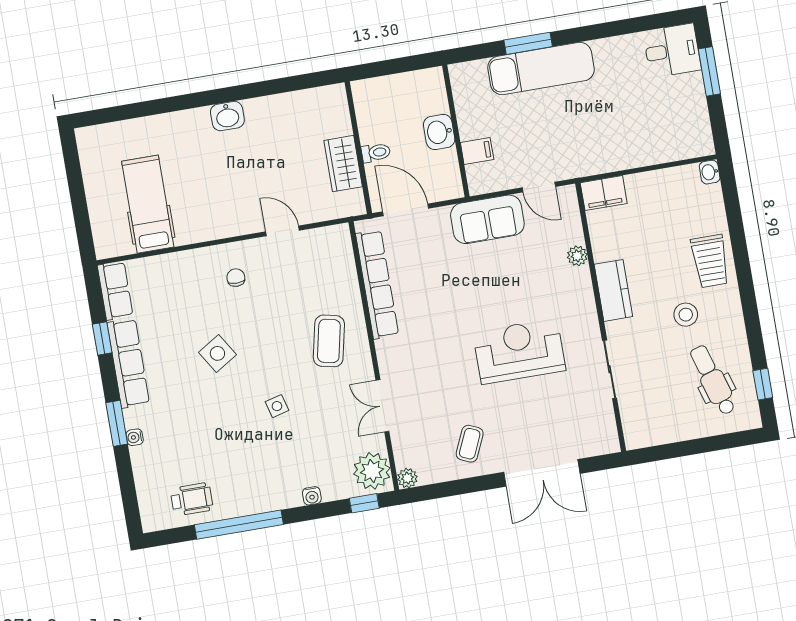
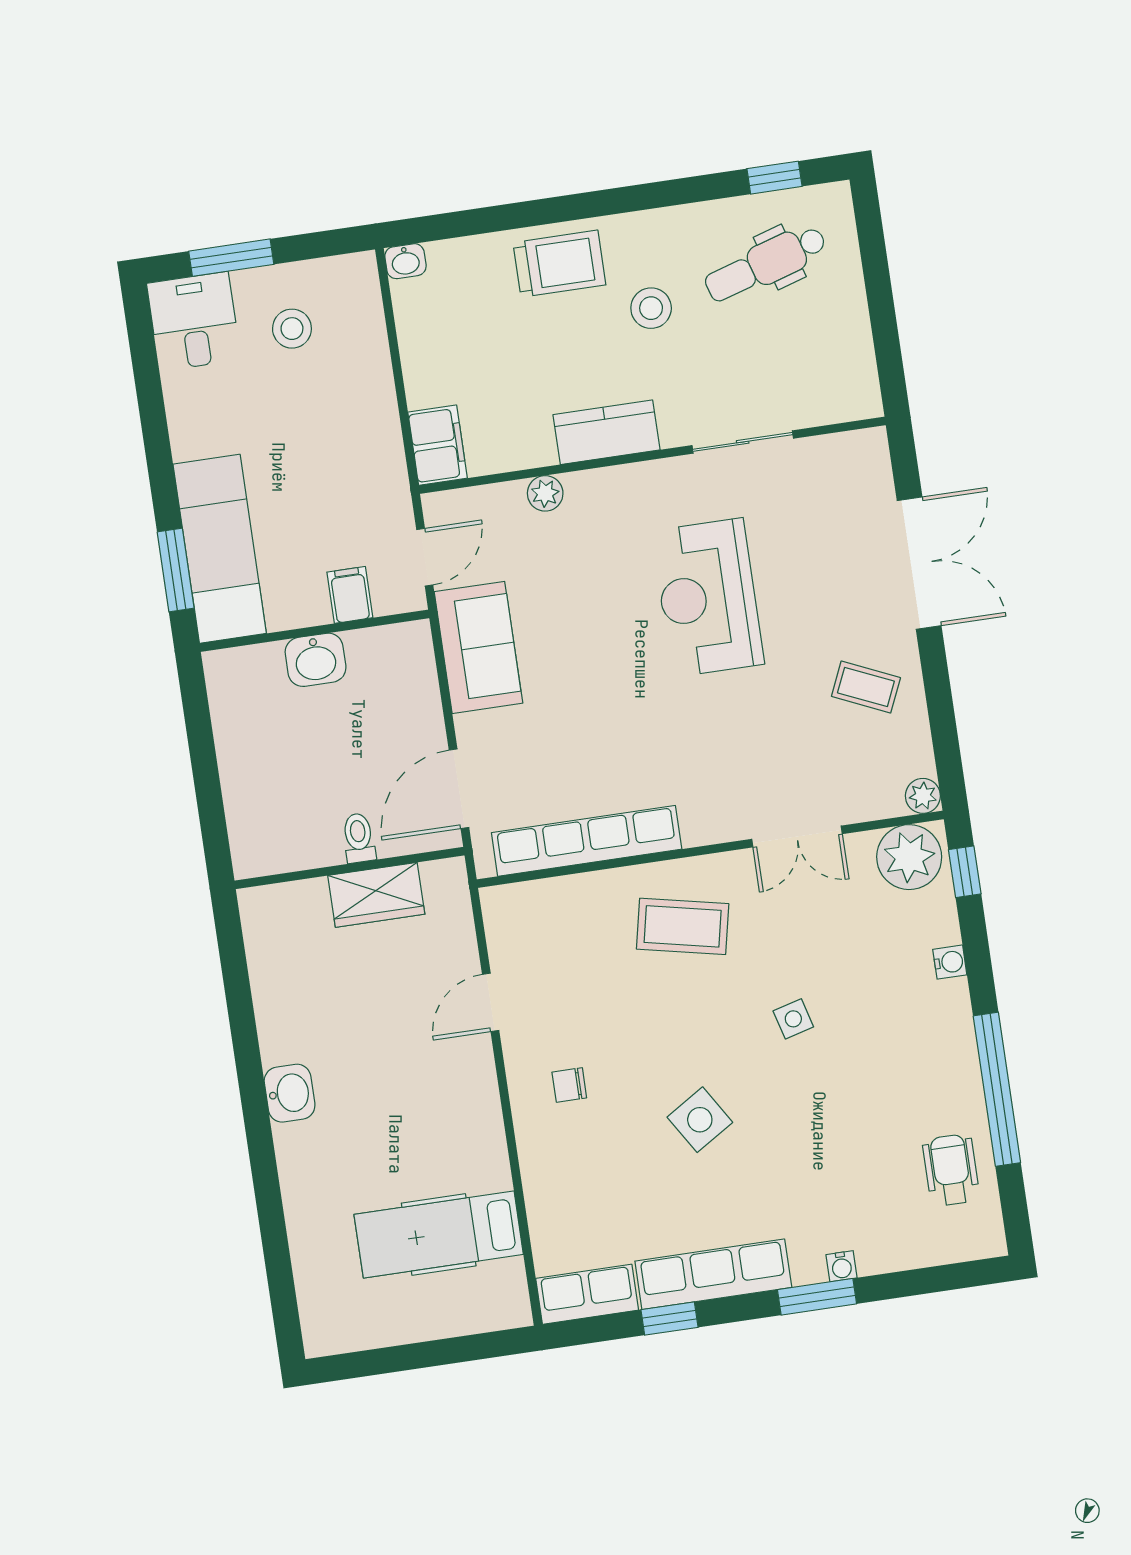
stool: (669, 107) -> (292, 329), added
wall: (456, 131) -> (314, 631), moved
washbasin: (439, 132) -> (316, 660), moved
filing cabinet: (477, 151) -> (350, 595), moved

